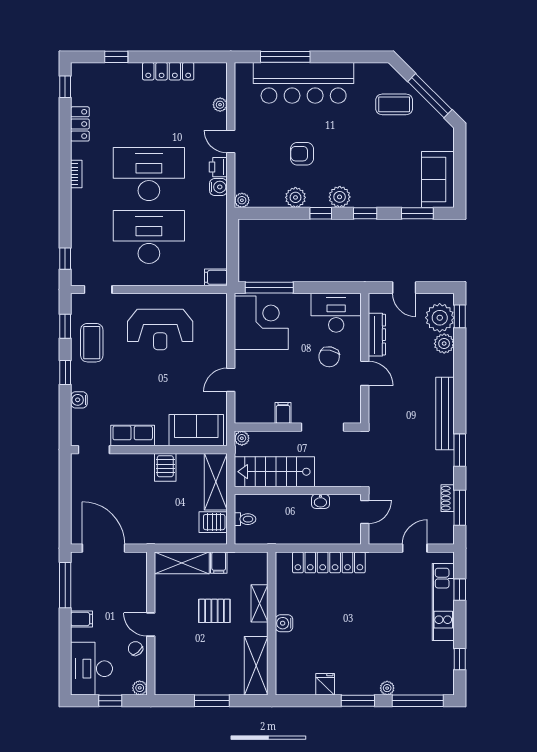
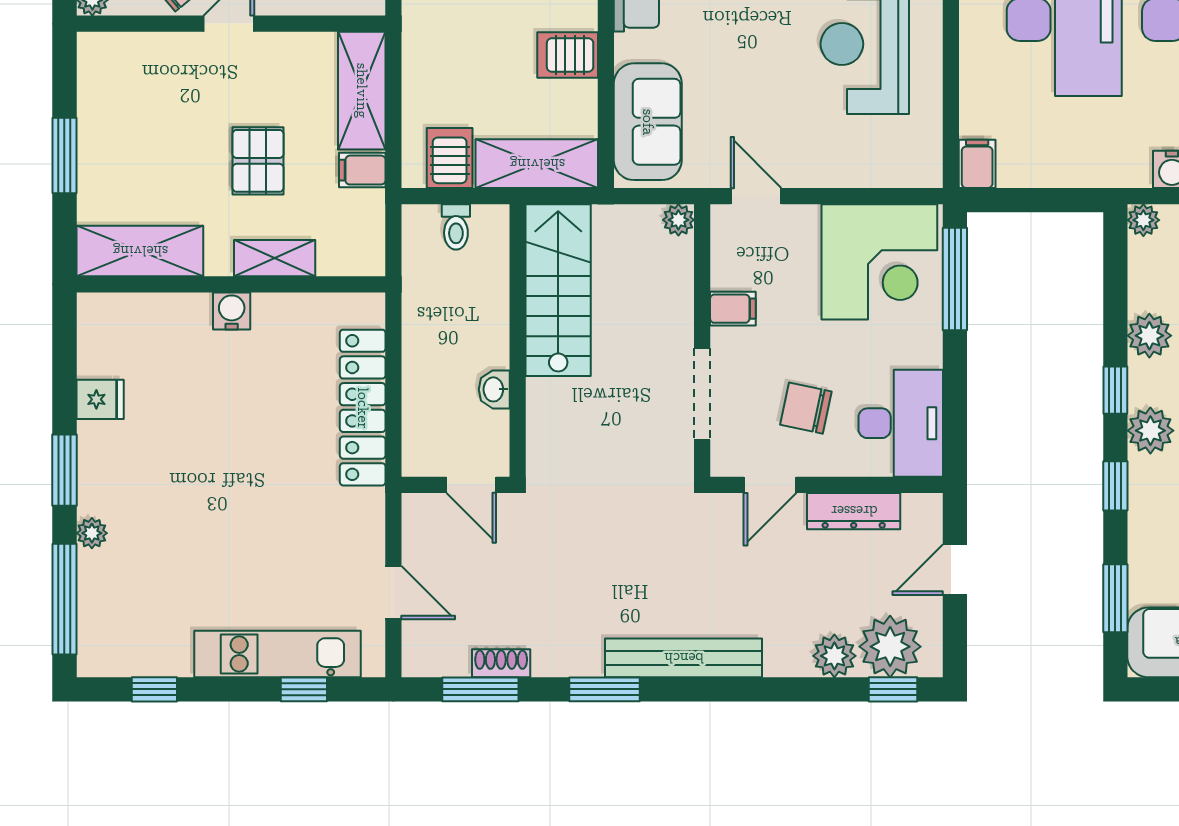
filing cabinet: (283, 413) -> (733, 309), moved
wall: (298, 427) -> (702, 340), moved
doorway: (323, 427) -> (702, 394), moved
plant: (242, 438) -> (678, 220), moved

